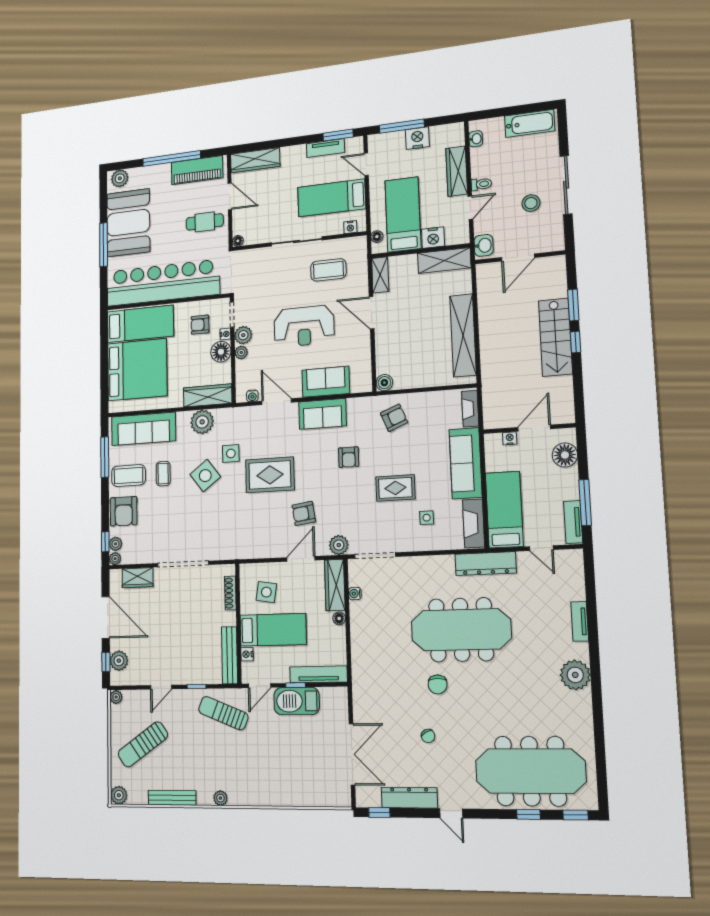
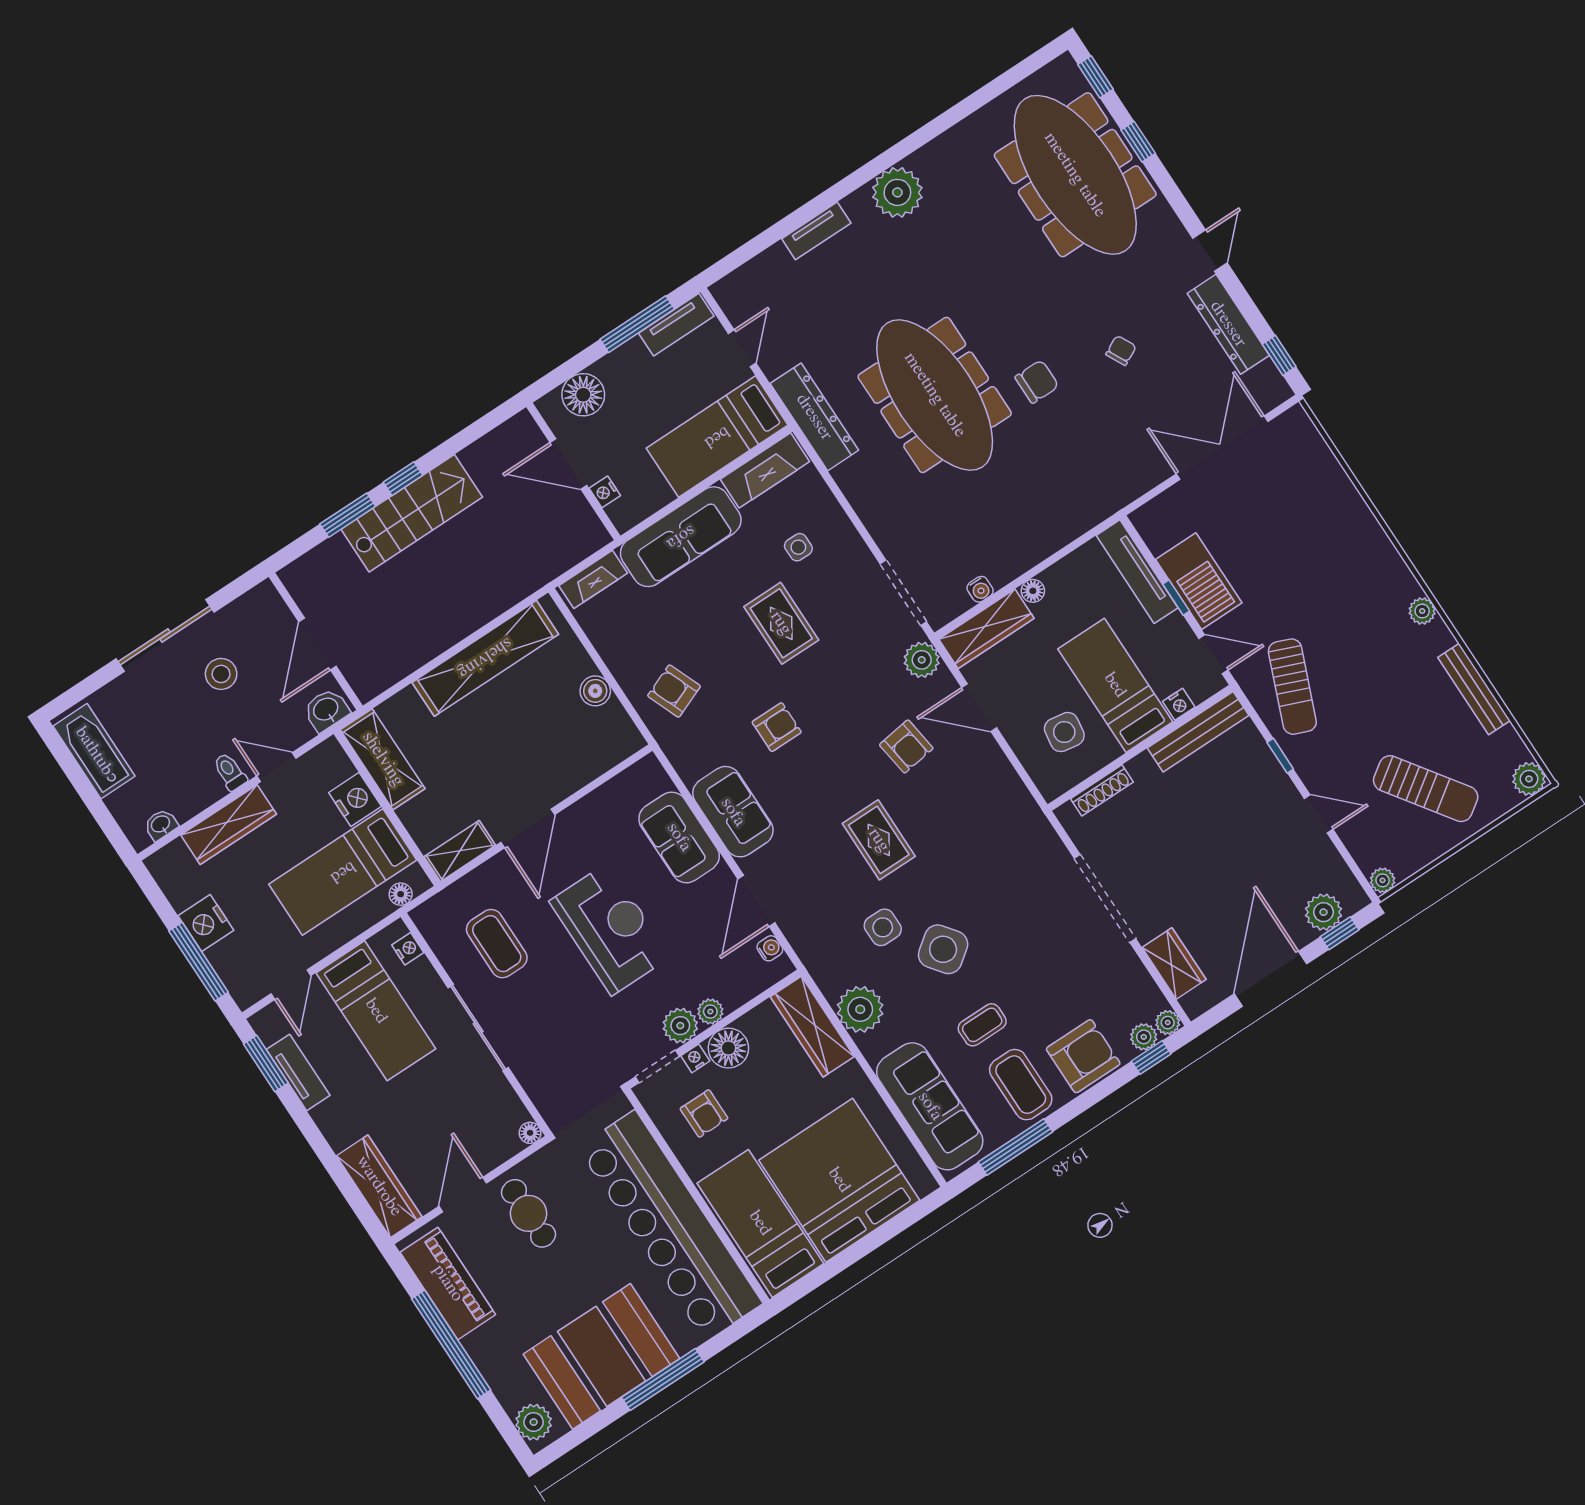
door: (518, 257) -> (317, 644), swing flipped
boiler: (384, 383) -> (595, 691), moved
rug: (270, 475) -> (879, 840), width x0.73, depth x0.70

